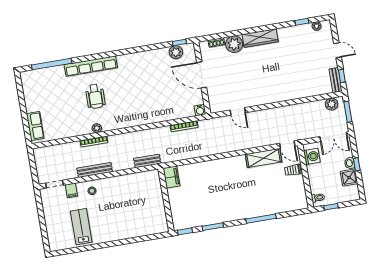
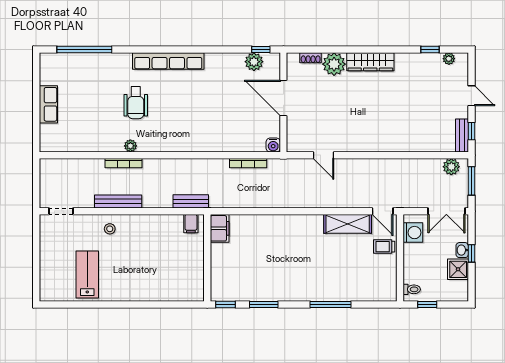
row of seats: (91, 66) -> (168, 61), moved
row of seats: (35, 126) -> (48, 104), moved
filing cabinet: (71, 190) -> (191, 224), moved

